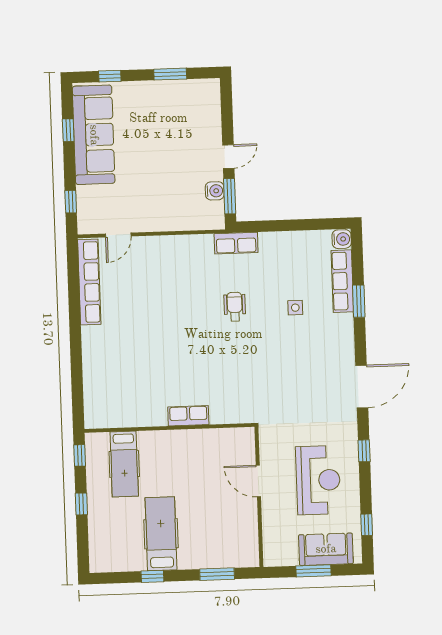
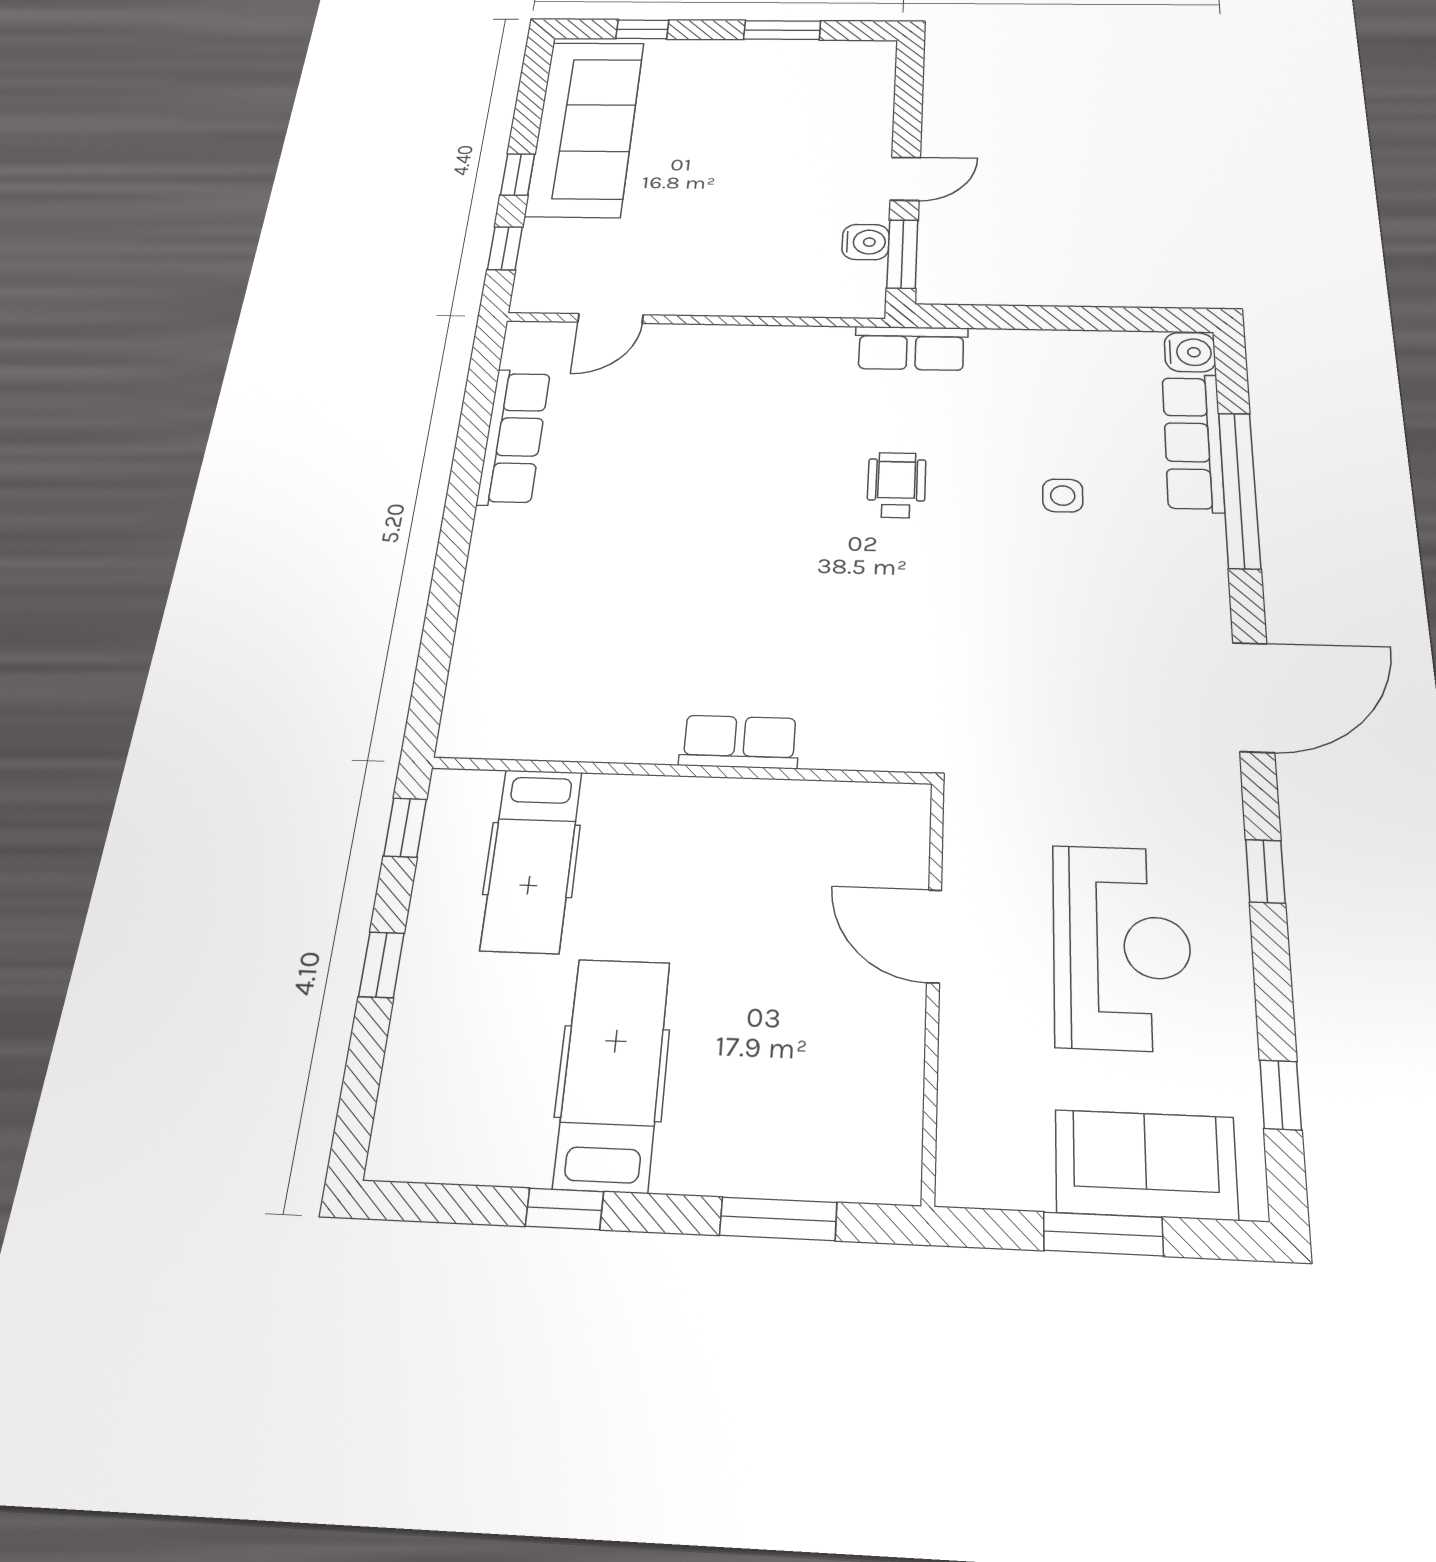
window: (68, 130) -> (518, 174), moved
row of seats: (89, 282) -> (514, 437), width x0.73
window: (359, 301) -> (1239, 490), width x2.11

